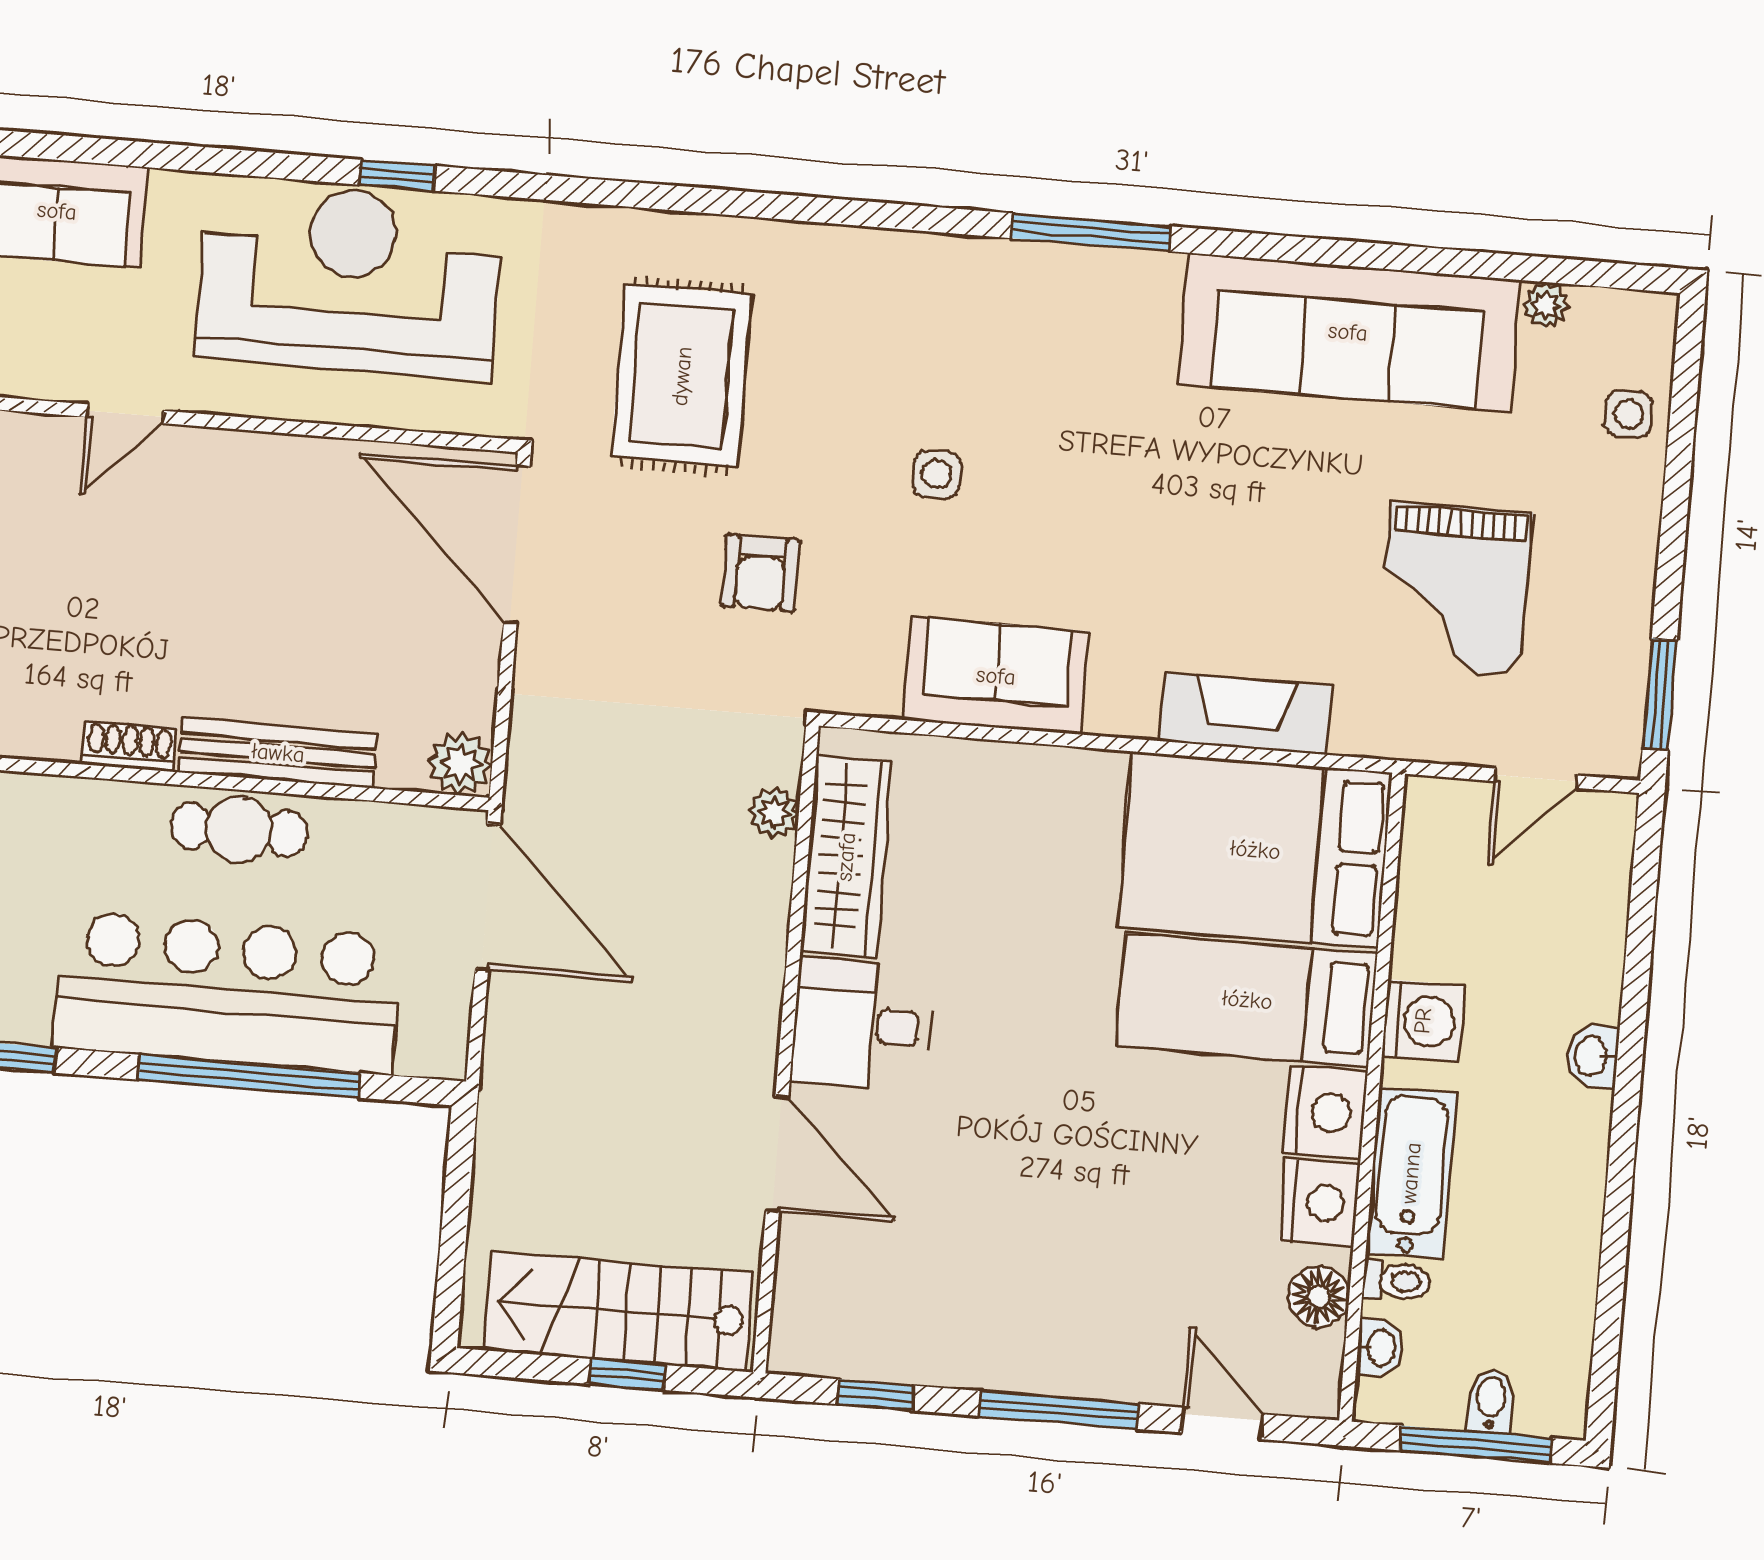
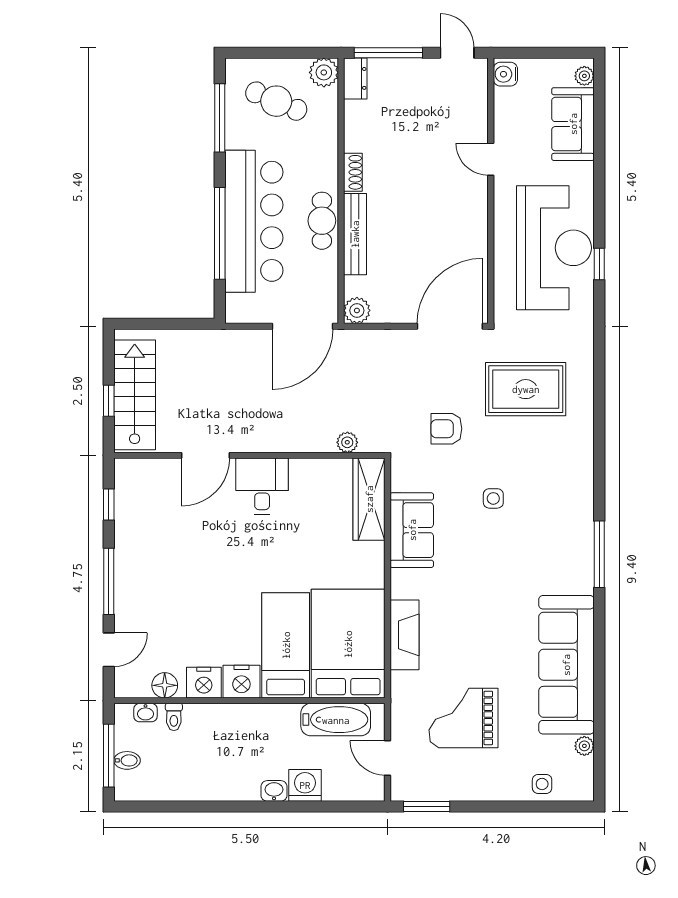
wardrobe: (846, 857) -> (369, 499), moved, turned 90
washing machine: (1423, 1021) -> (305, 785), moved, turned 180
bathtub: (1411, 1173) -> (336, 720), moved

